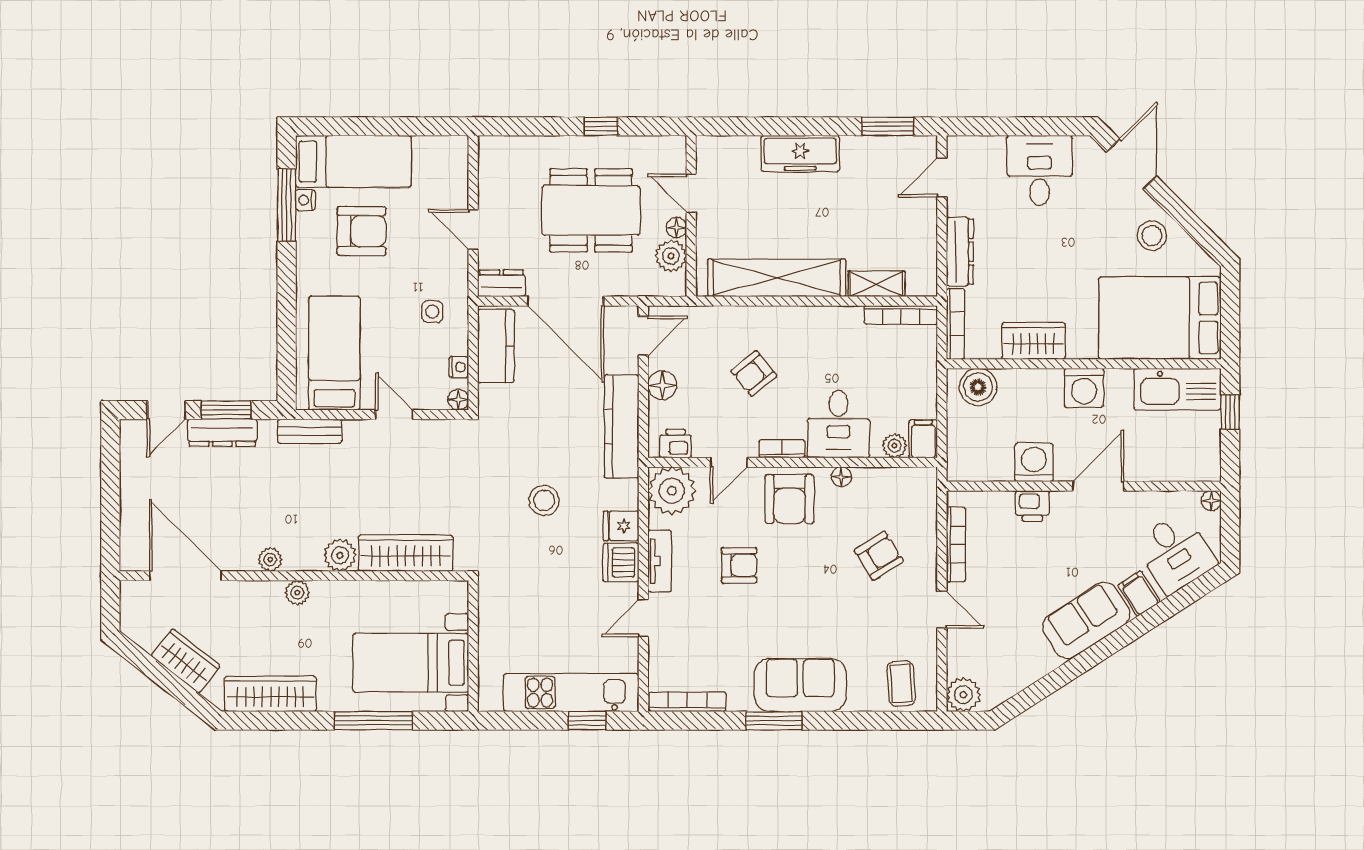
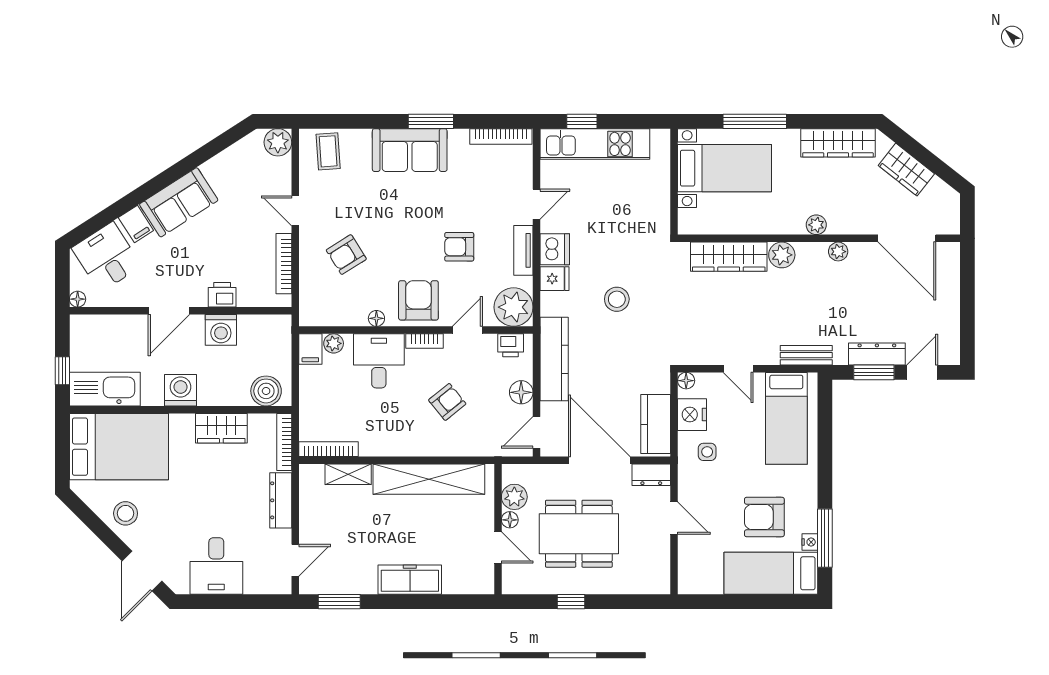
nightstand: (459, 367) -> (692, 415), width x1.89, depth x1.79

